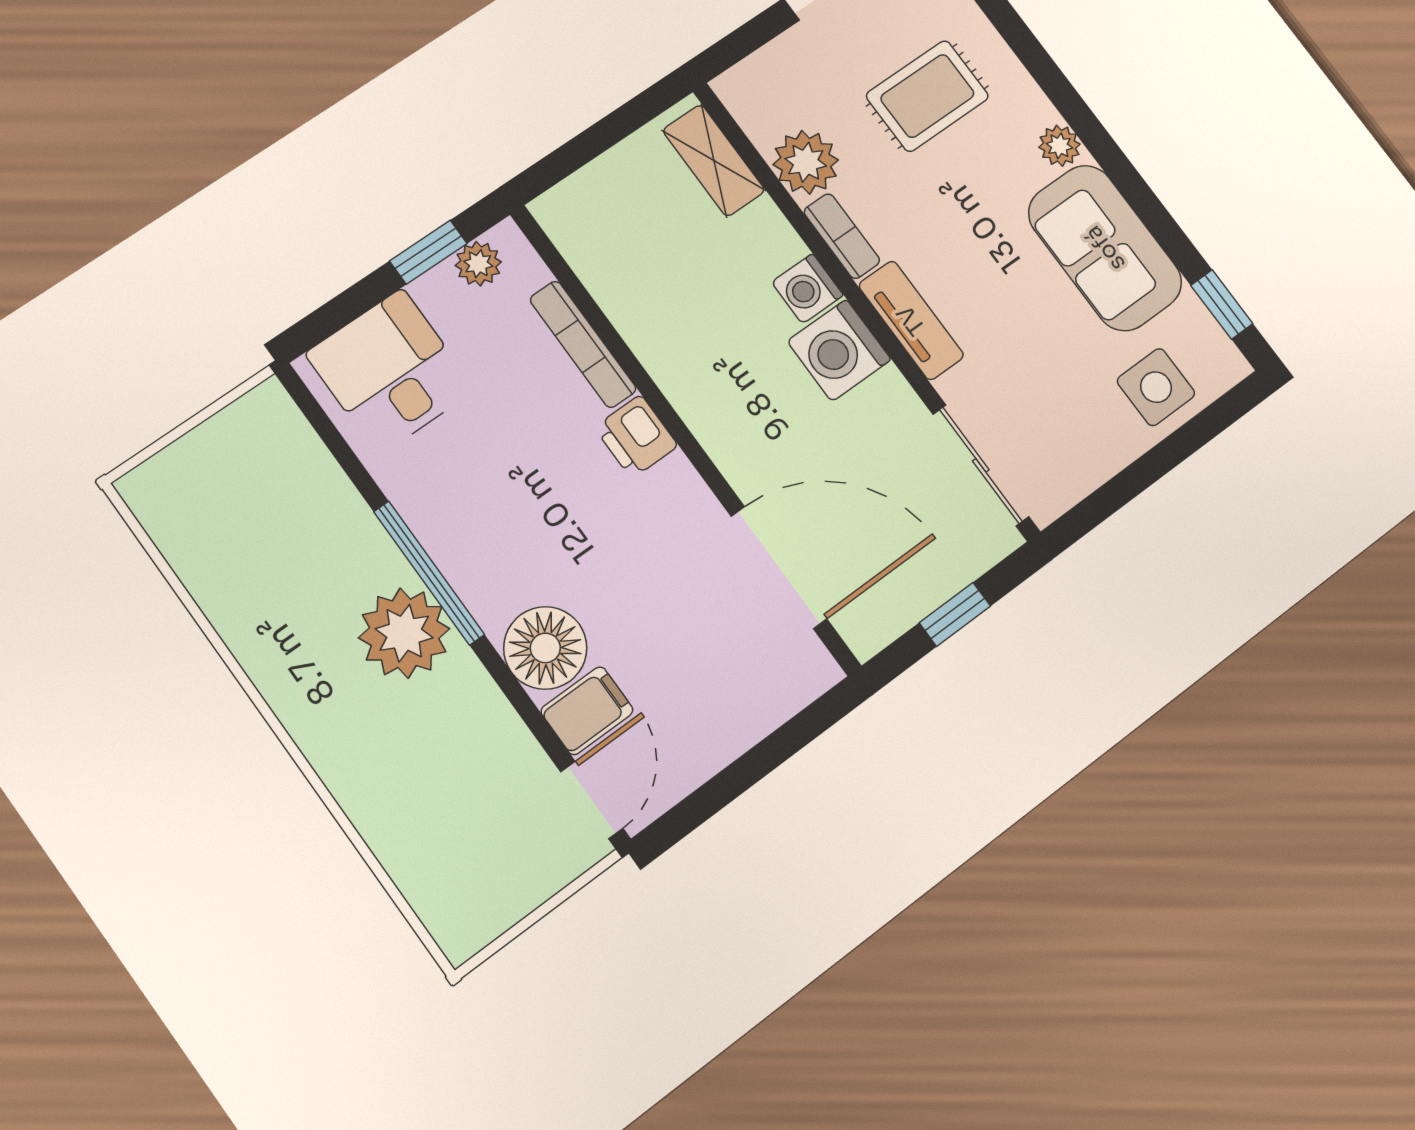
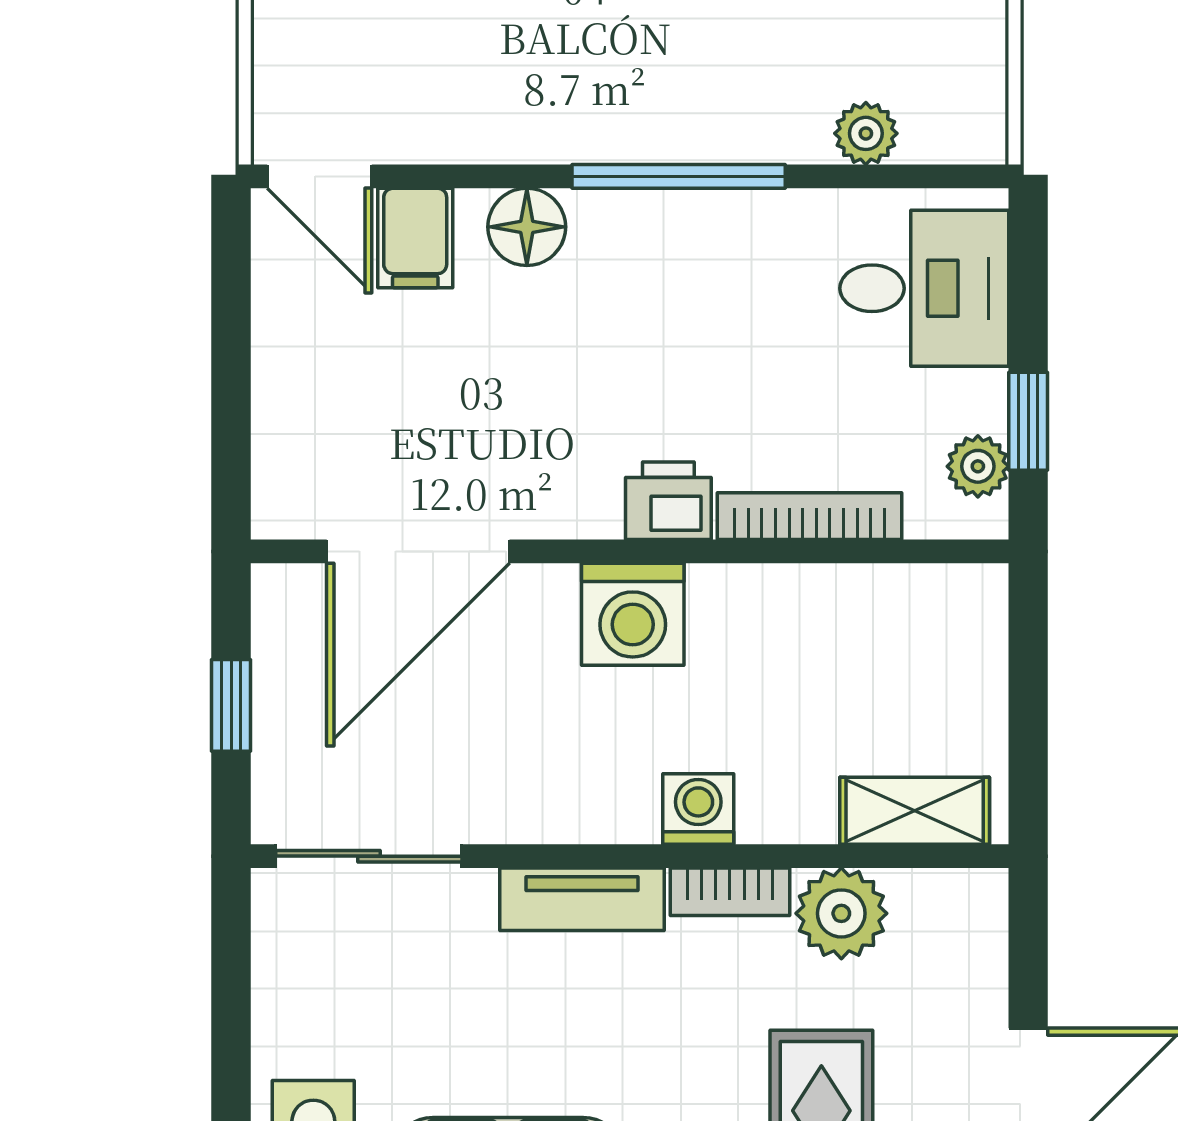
washing machine: (839, 350) -> (633, 614), moved, turned 180
plant: (404, 633) -> (866, 133), moved, width x0.53, depth x0.53
floor lamp: (545, 648) -> (527, 227), width x0.73, depth x0.73

